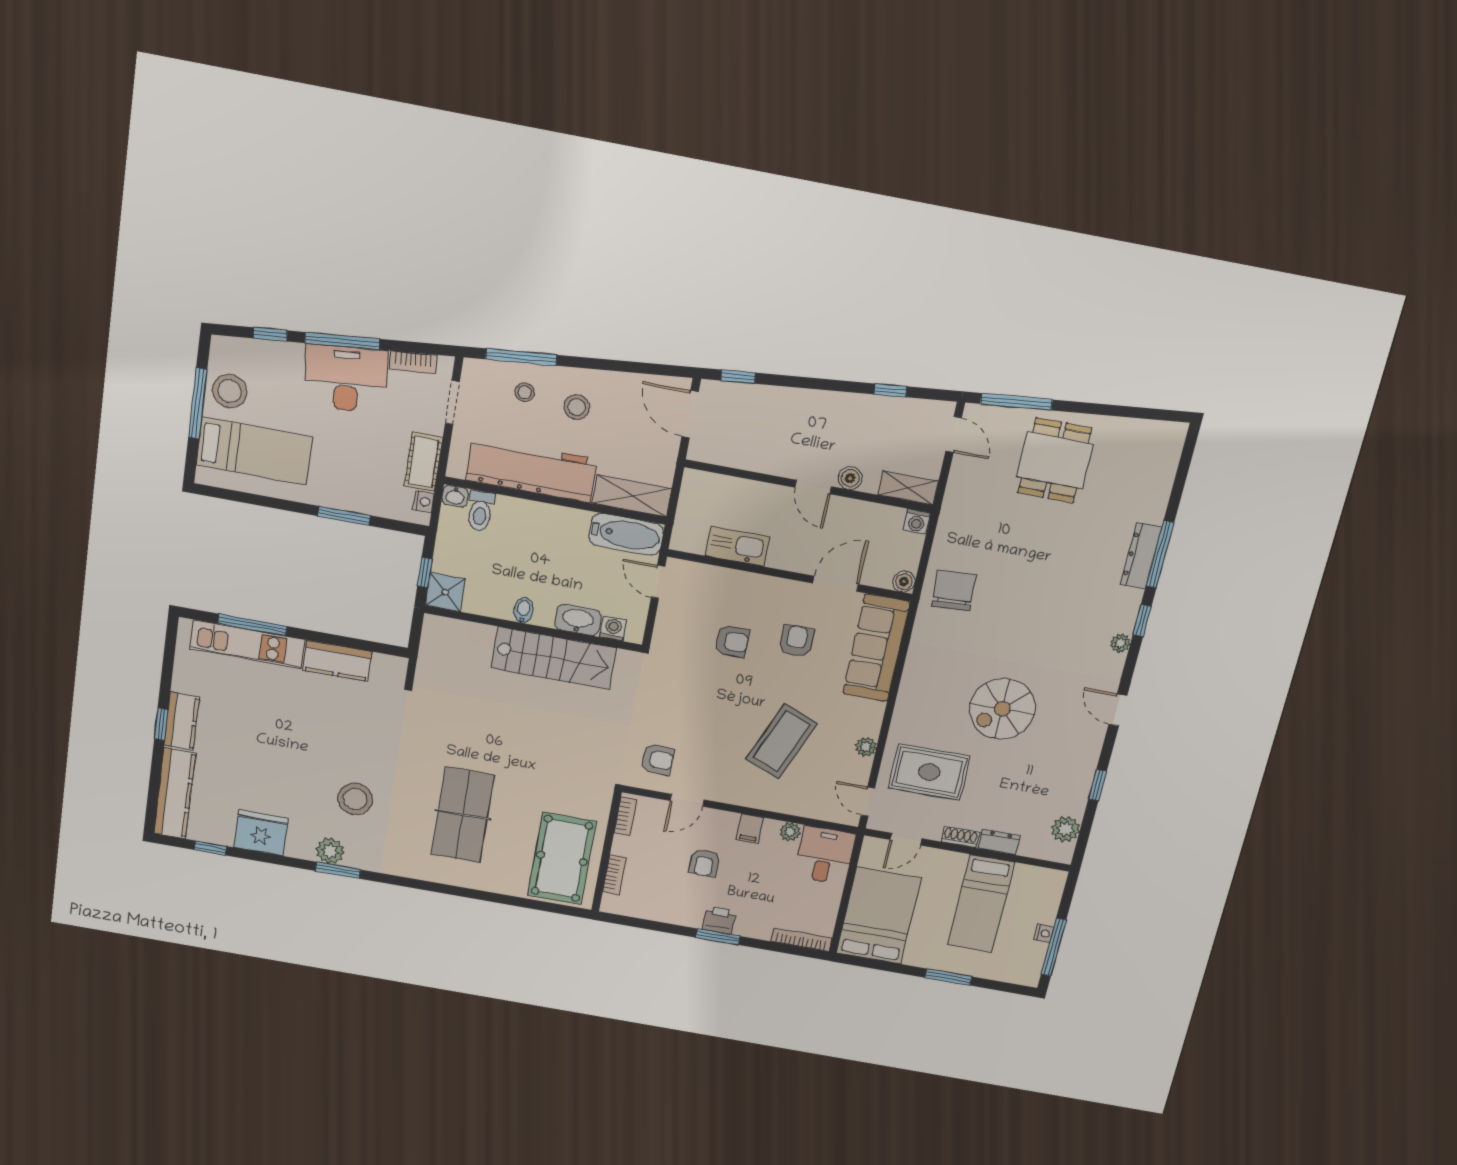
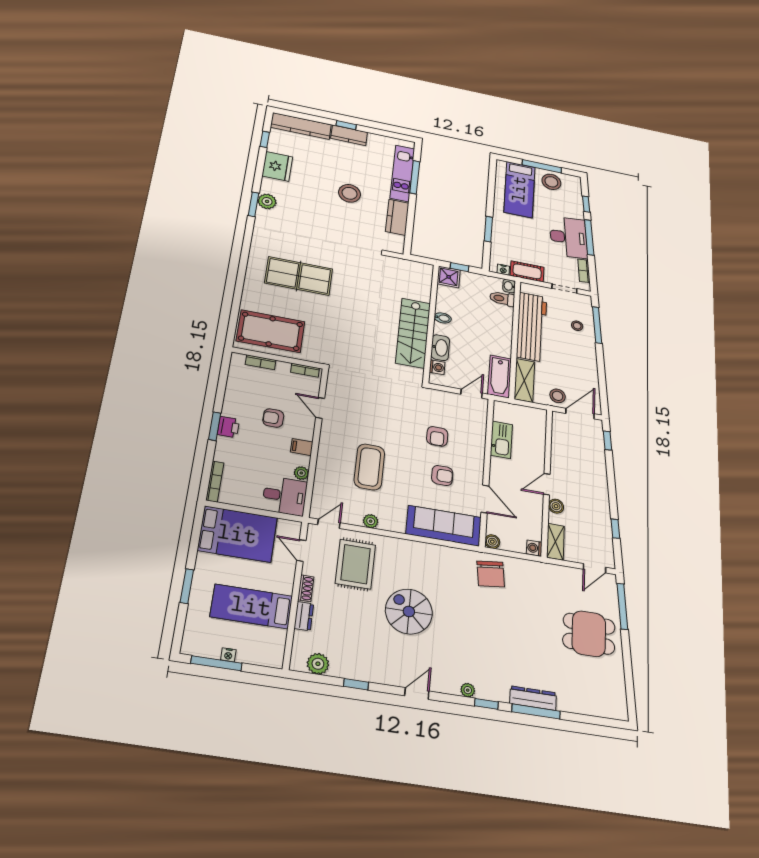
stool: (577, 407) -> (558, 396), moved
chair: (954, 590) -> (491, 574), turned 86
coffee table: (782, 741) -> (369, 467), turned 68
armchair: (657, 759) -> (349, 390), removed
stool: (355, 799) -> (350, 193), moved

